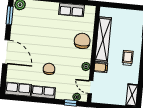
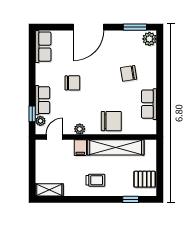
pallet: (131, 19) -> (145, 179), added
chair: (46, 24) -> (129, 73), added
row of seats: (43, 92) -> (43, 100), moved

